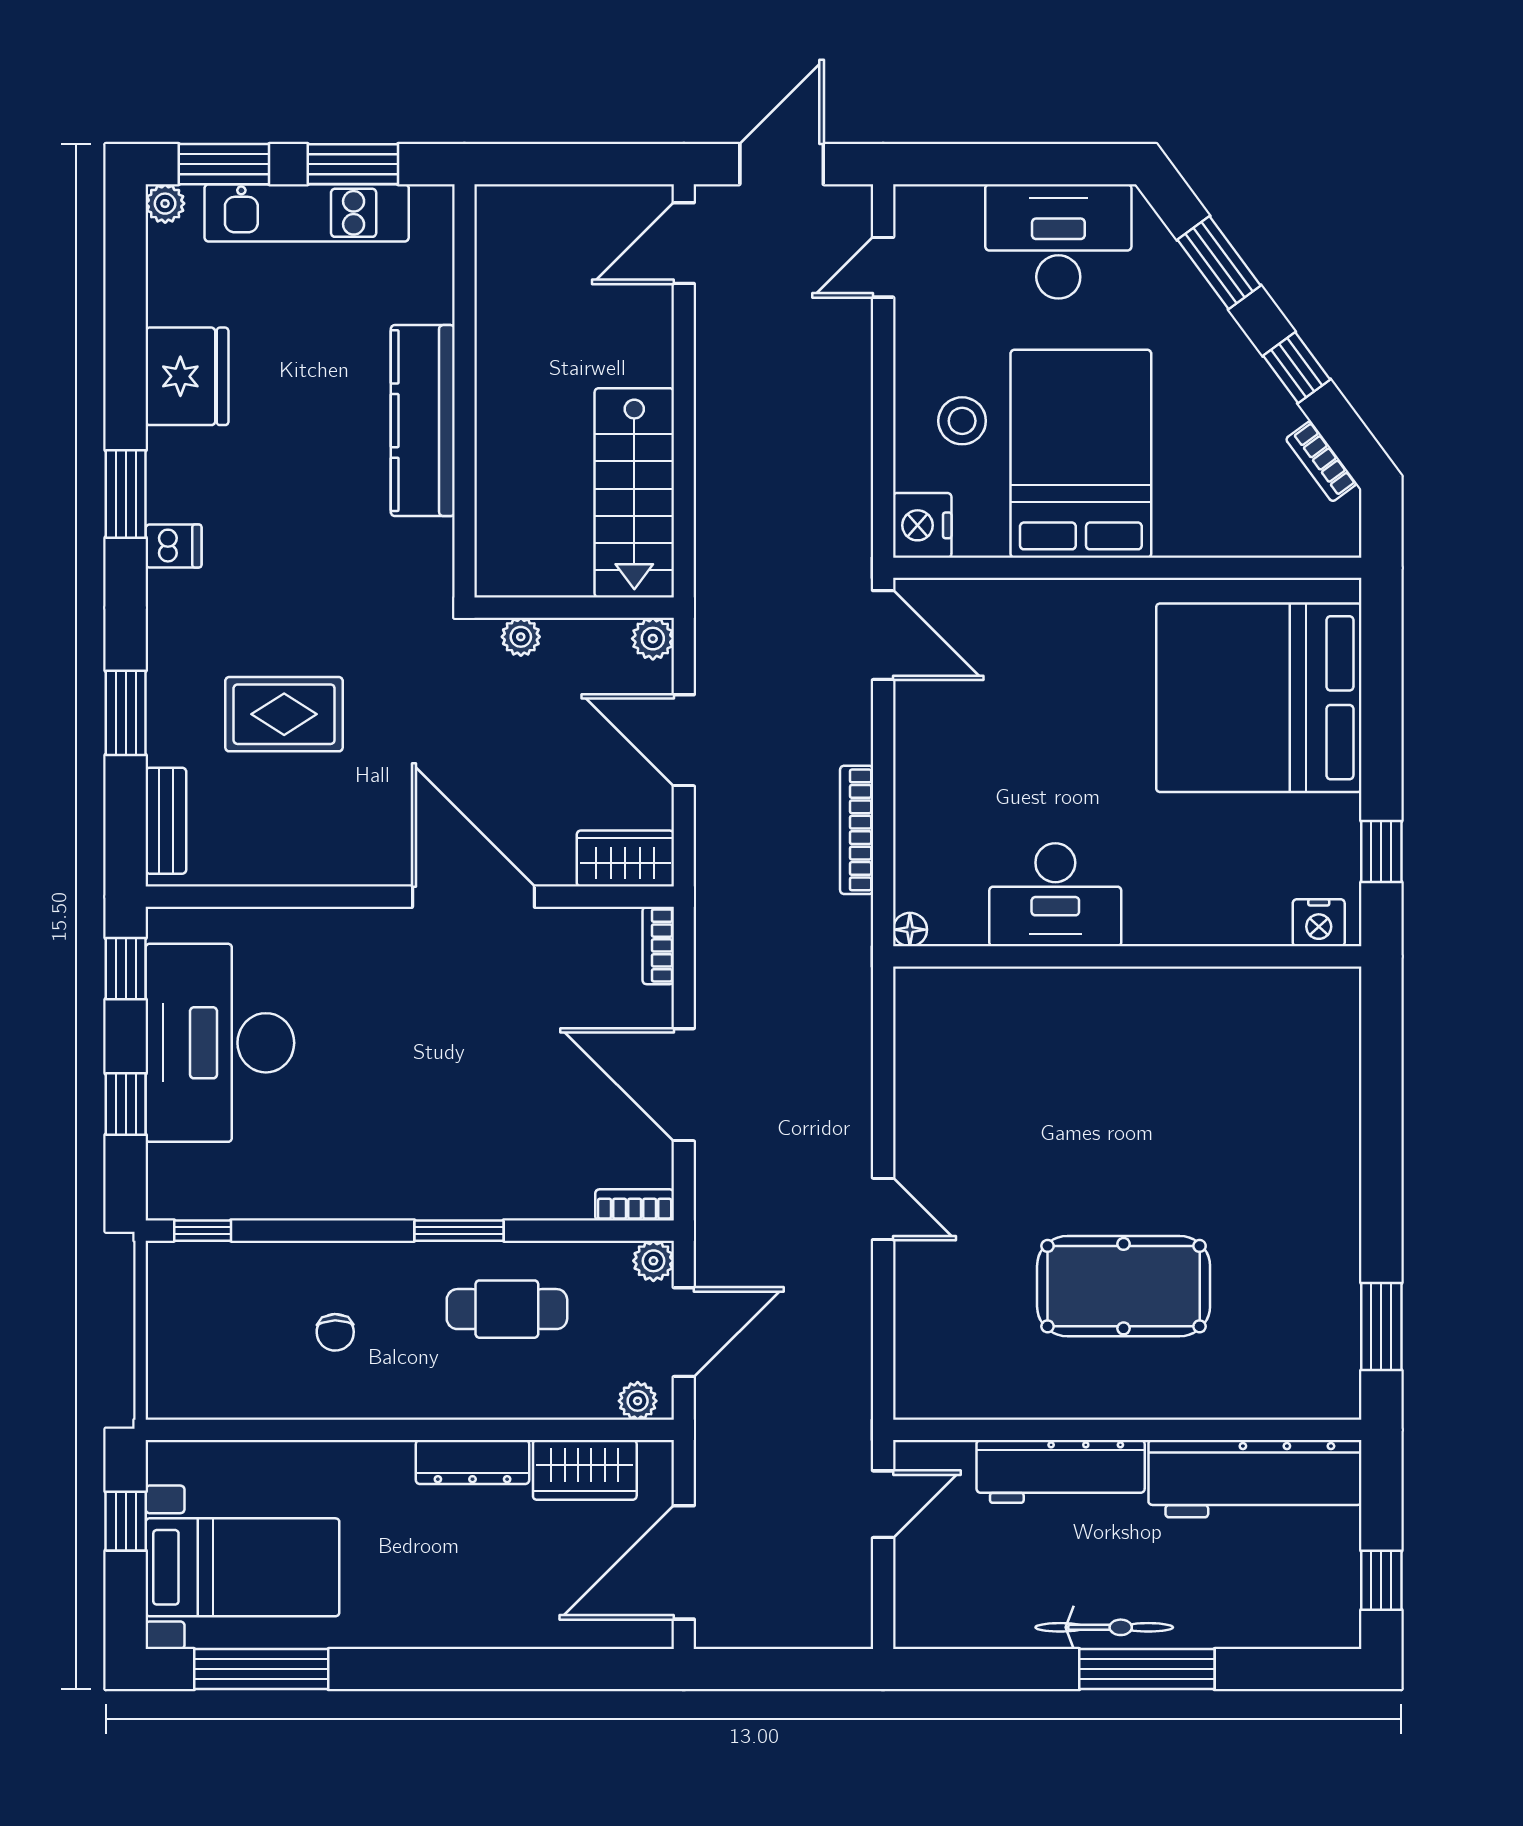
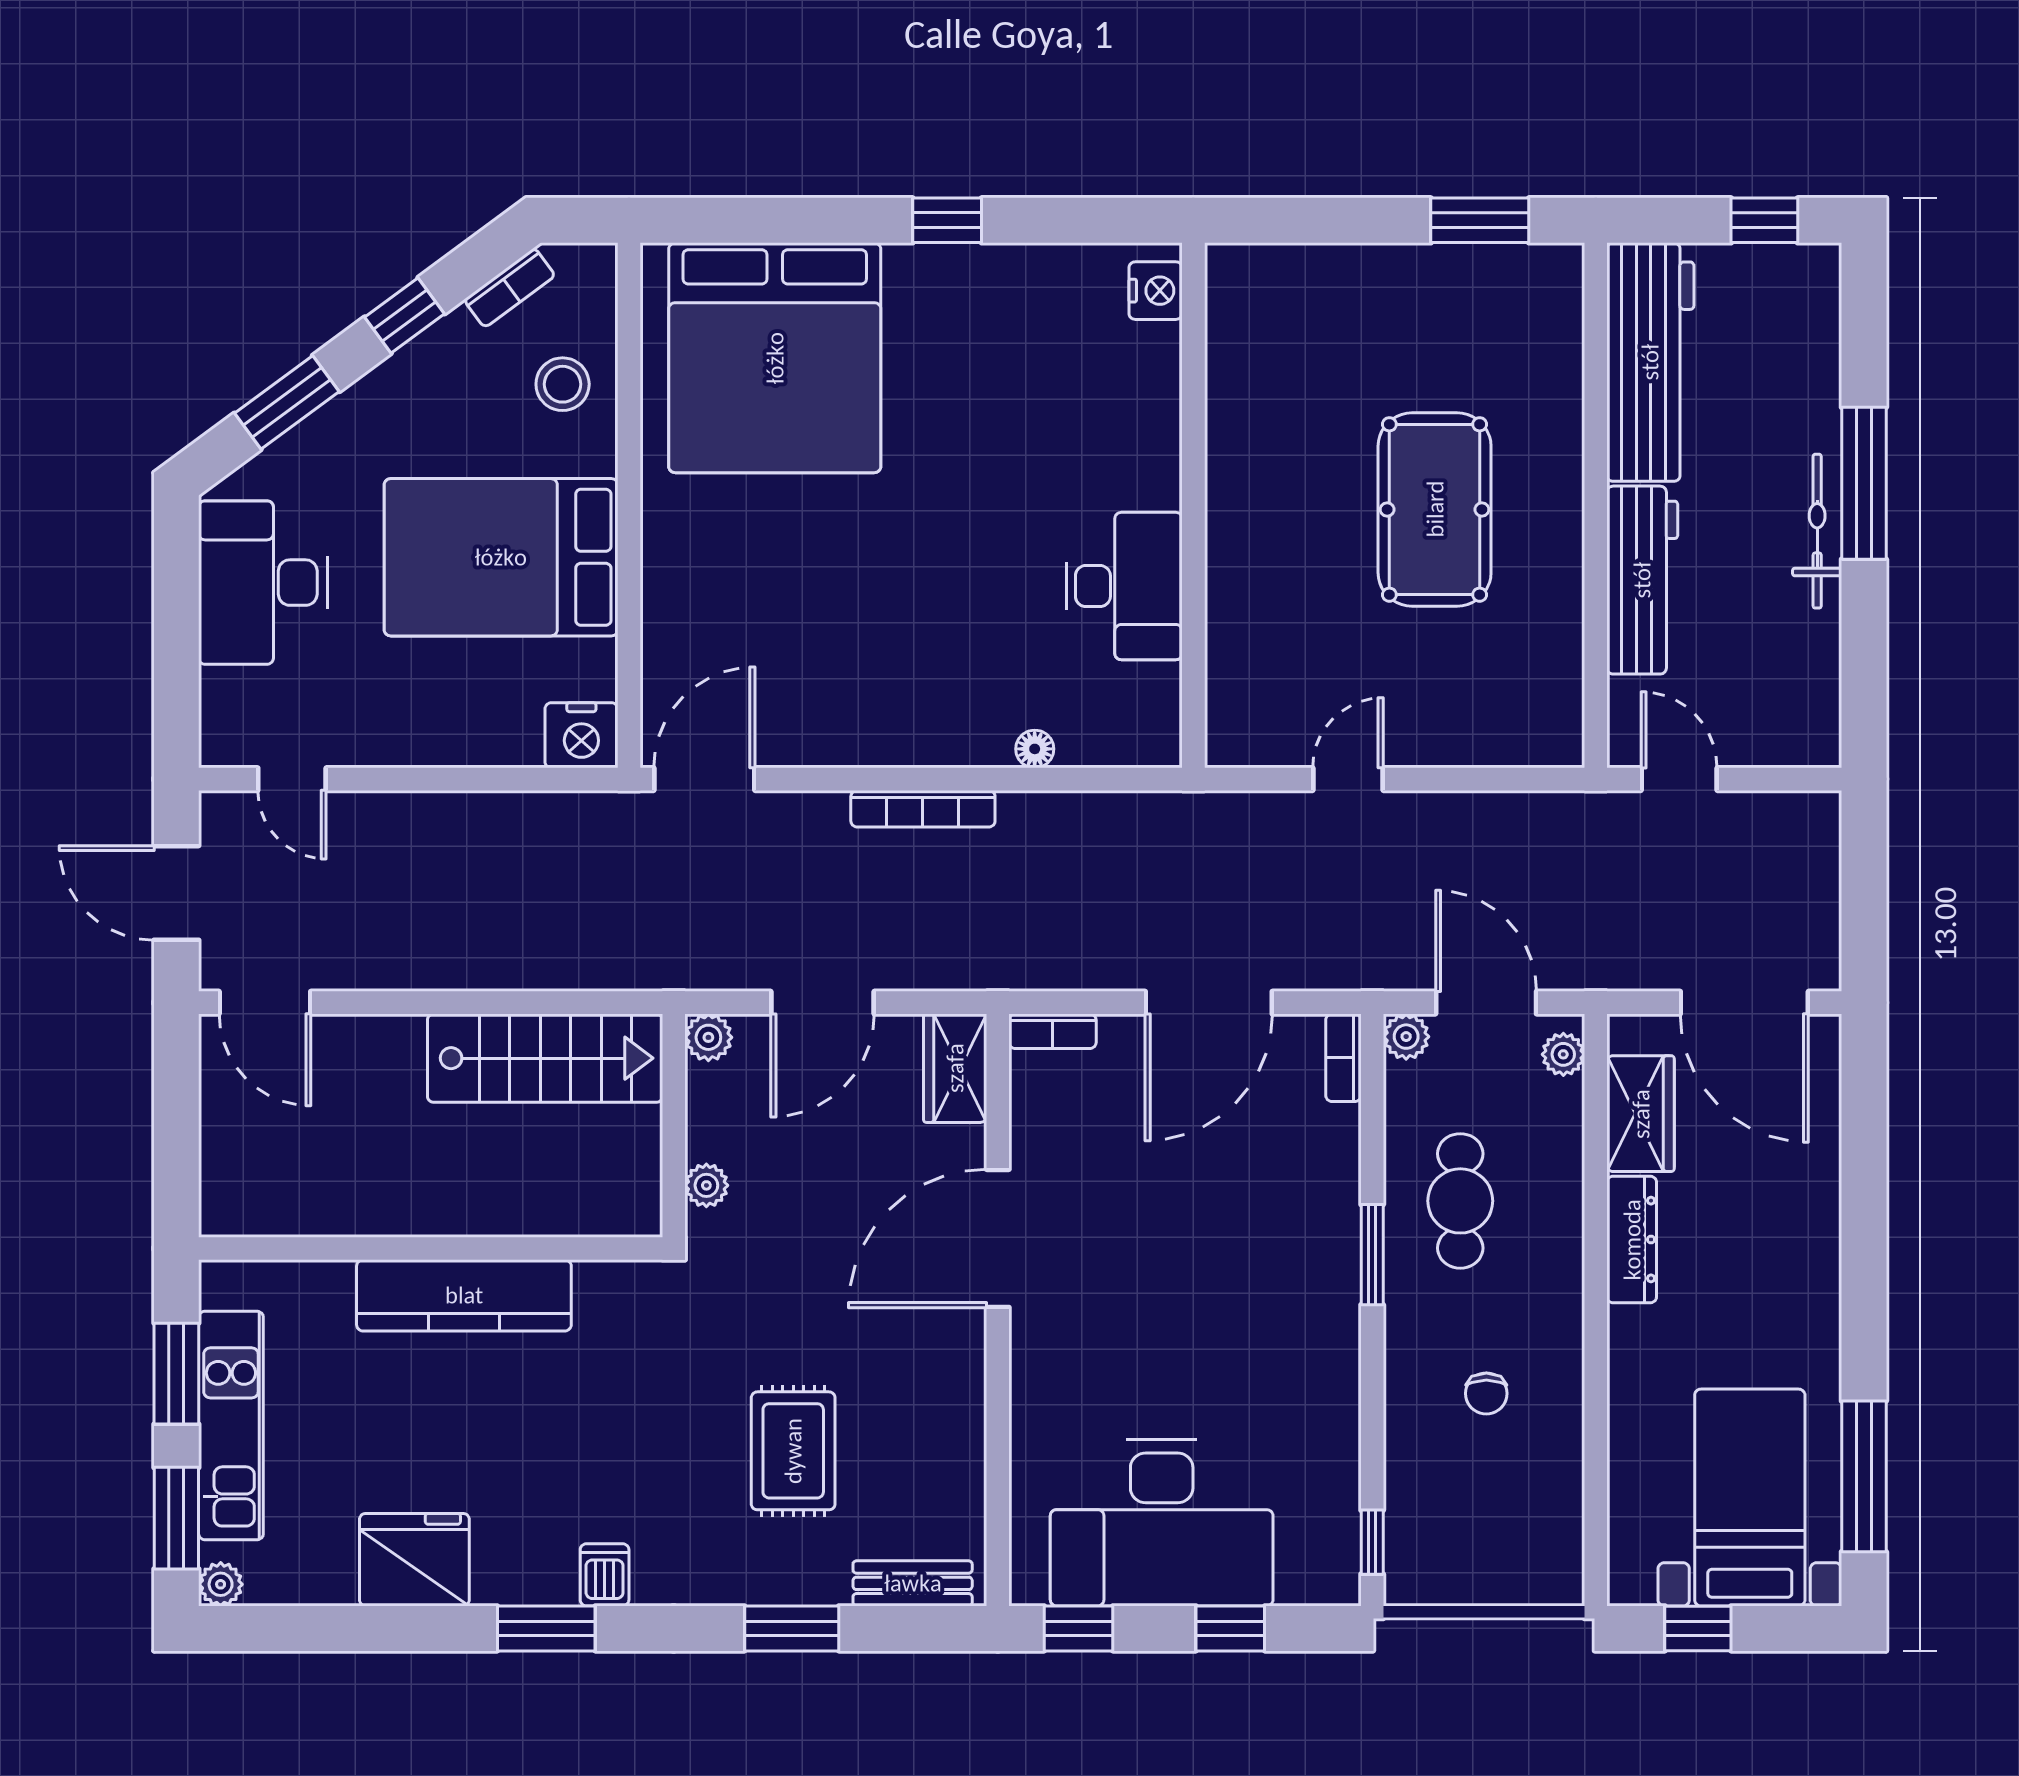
stool: (962, 421) -> (563, 384), moved
desk: (1055, 895) -> (1124, 586), moved
nightstand: (1319, 923) -> (1156, 291), moved
wall: (1127, 956) -> (1193, 505), moved
chair: (335, 1332) -> (1486, 1393), turned 91

